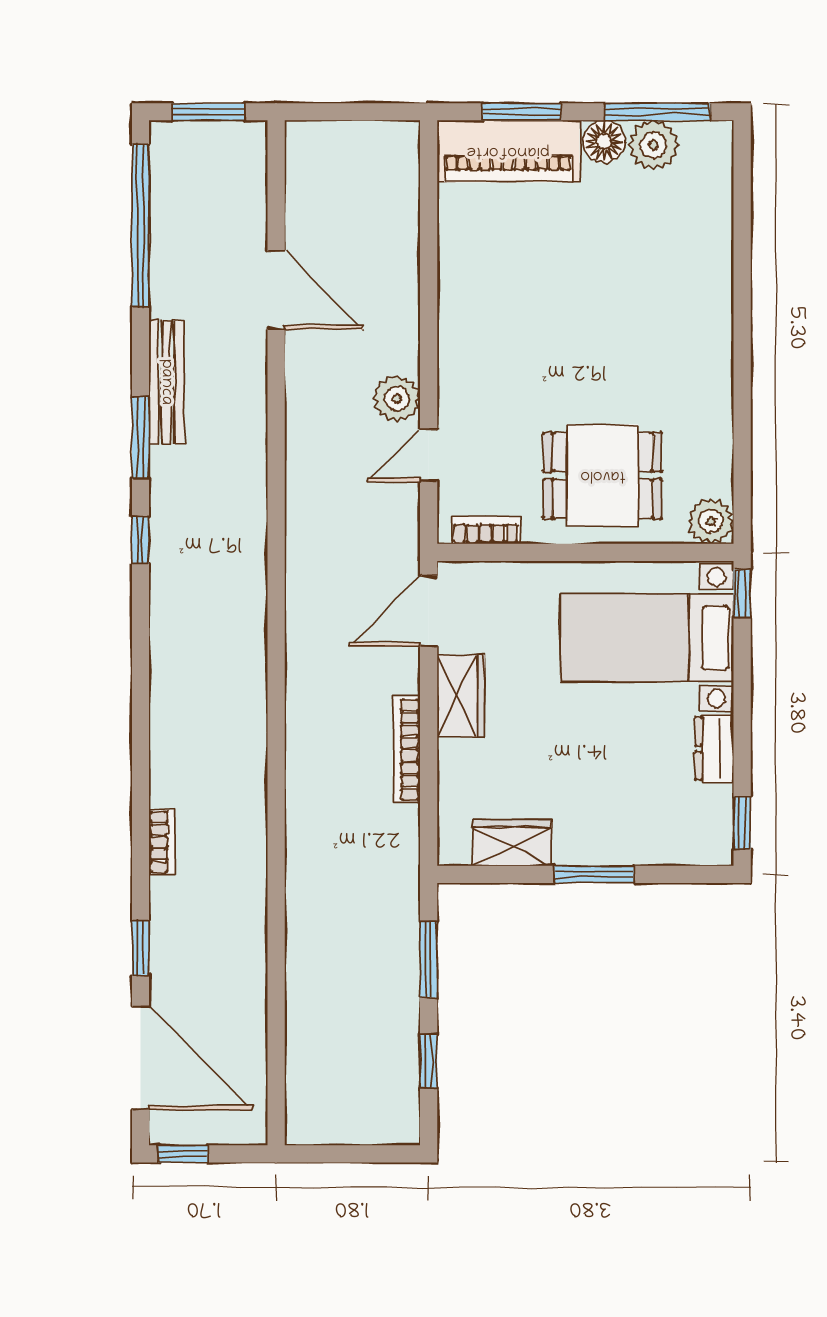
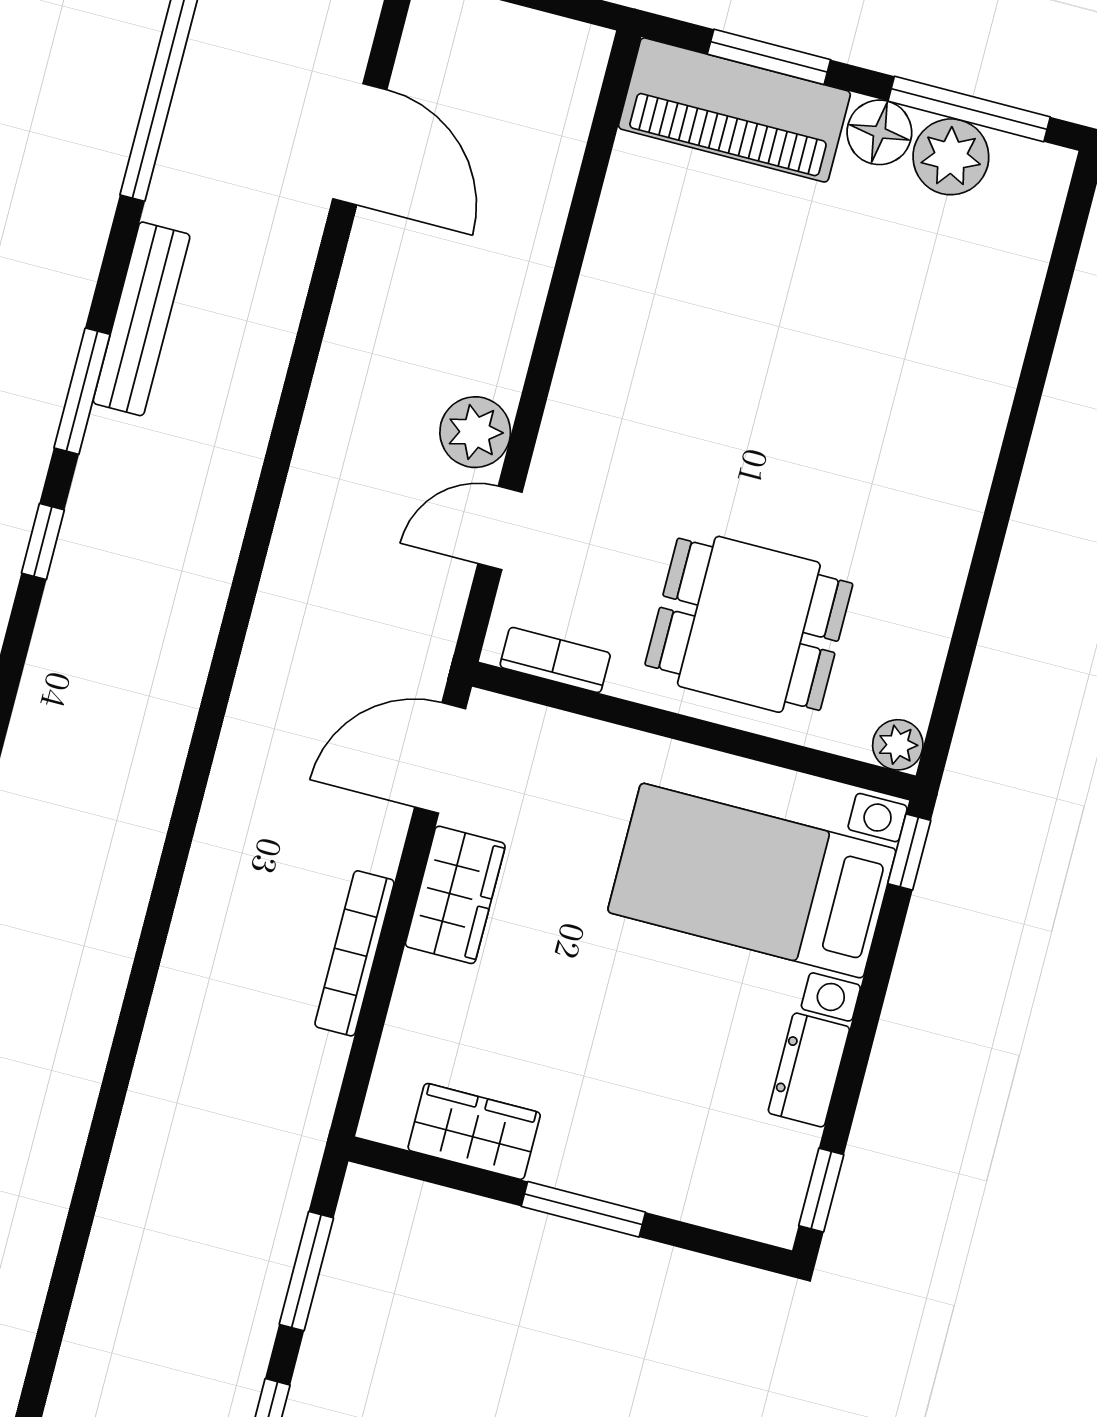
door: (276, 290) -> (360, 144), moved
plant: (711, 521) -> (898, 745), width x0.73, depth x0.73

